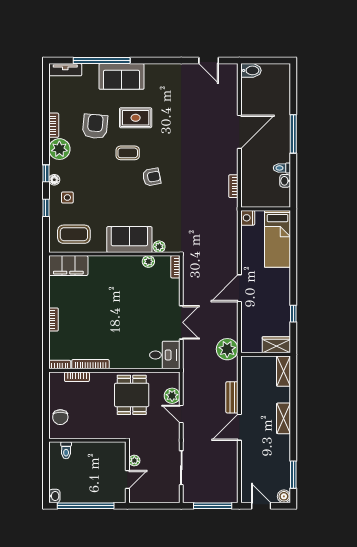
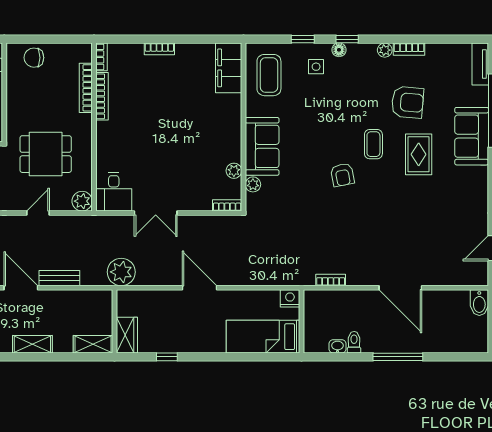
plant: (59, 149) -> (385, 50), width x0.53, depth x0.53
bookcase: (77, 377) -> (86, 88), width x1.56
dining table: (132, 395) -> (46, 154), moved
plant: (172, 396) -> (82, 201), moved

